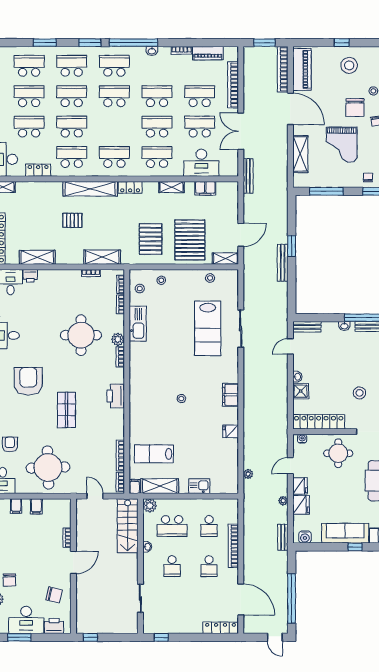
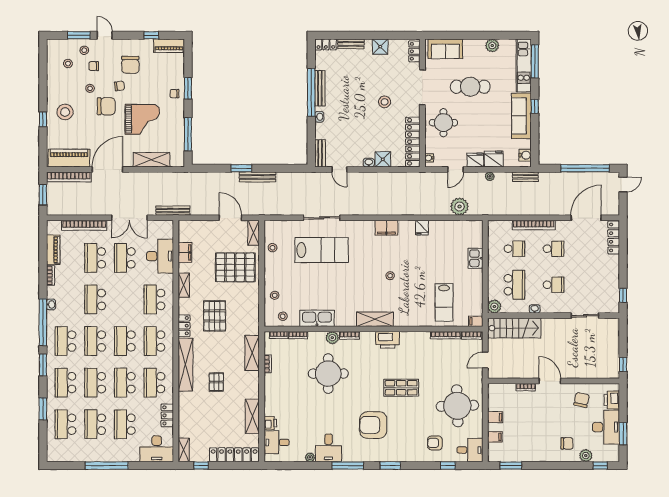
school desk: (157, 127) -> (125, 341), moved
pallet: (151, 239) -> (215, 316), moved, turned 90
door: (290, 466) -> (456, 169), hinge flipped
plant: (248, 474) -> (460, 207), width x1.88, depth x1.88
shelving: (160, 486) -> (375, 319), moved, turned 90

